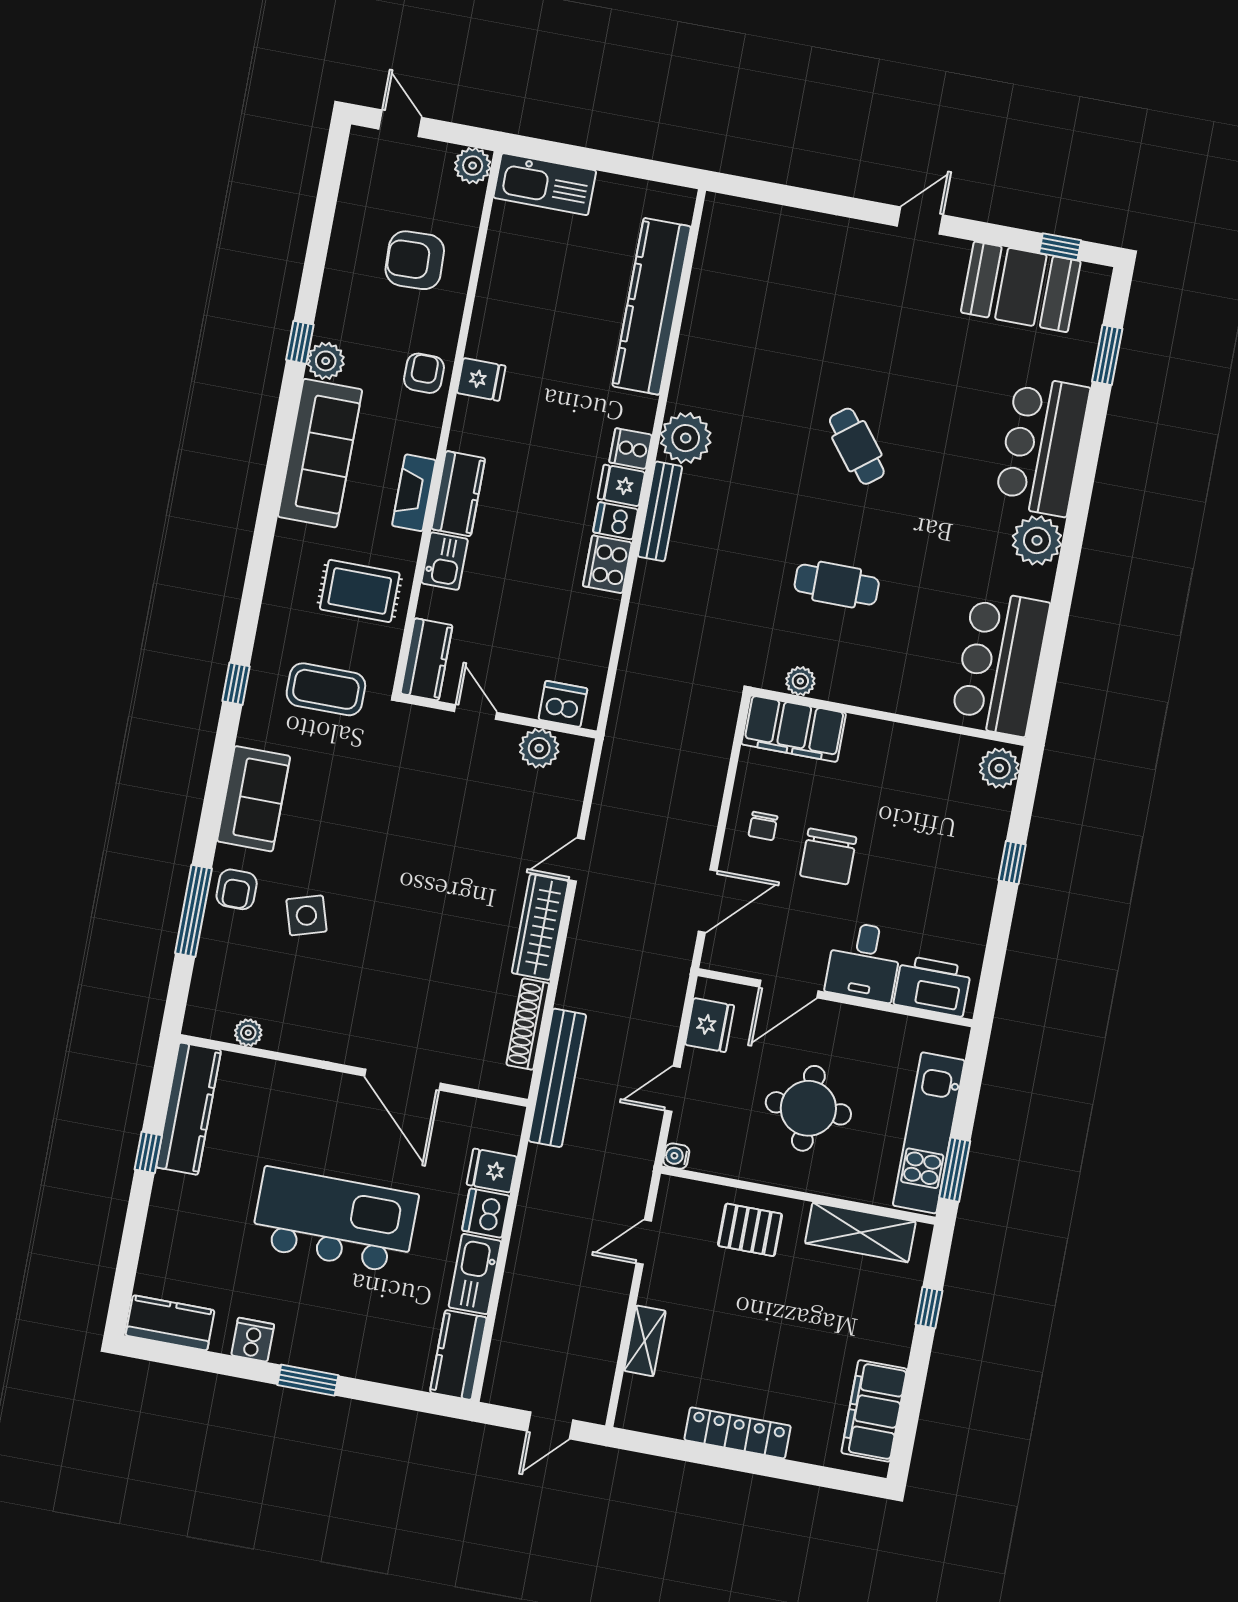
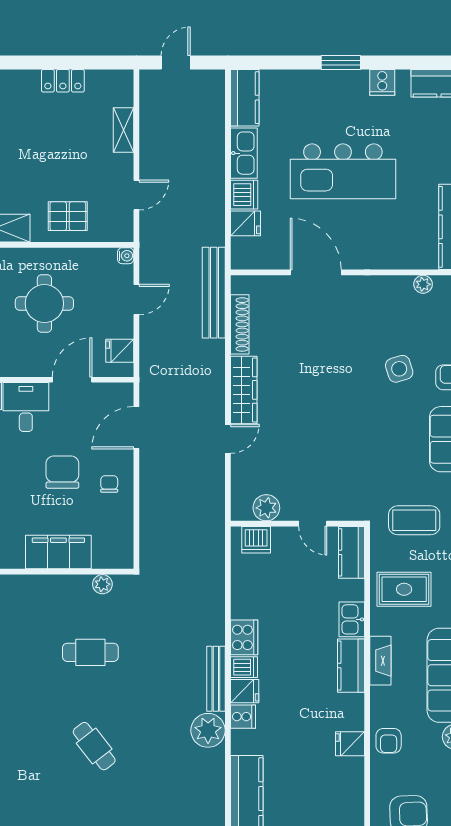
filing cabinet: (794, 729) -> (58, 552), moved
fridge: (710, 1025) -> (120, 351), width x0.72
locker: (738, 1433) -> (63, 81), width x0.66

